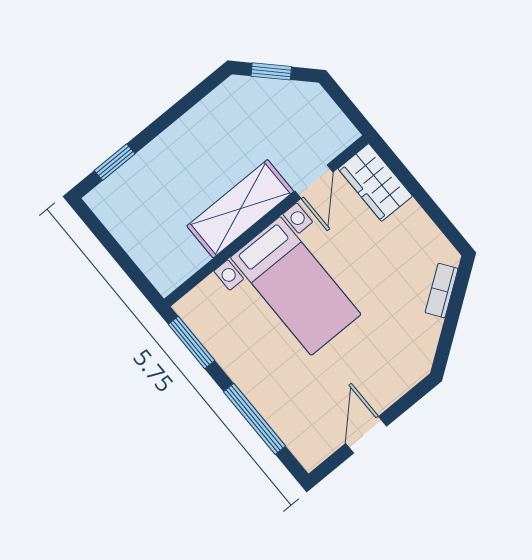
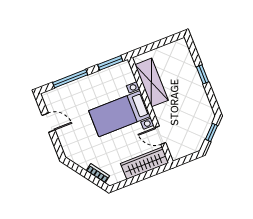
window: (115, 162) -> (203, 74), moved
wardrobe: (375, 182) -> (145, 163), width x1.50
shelving: (240, 209) -> (152, 82), moved

